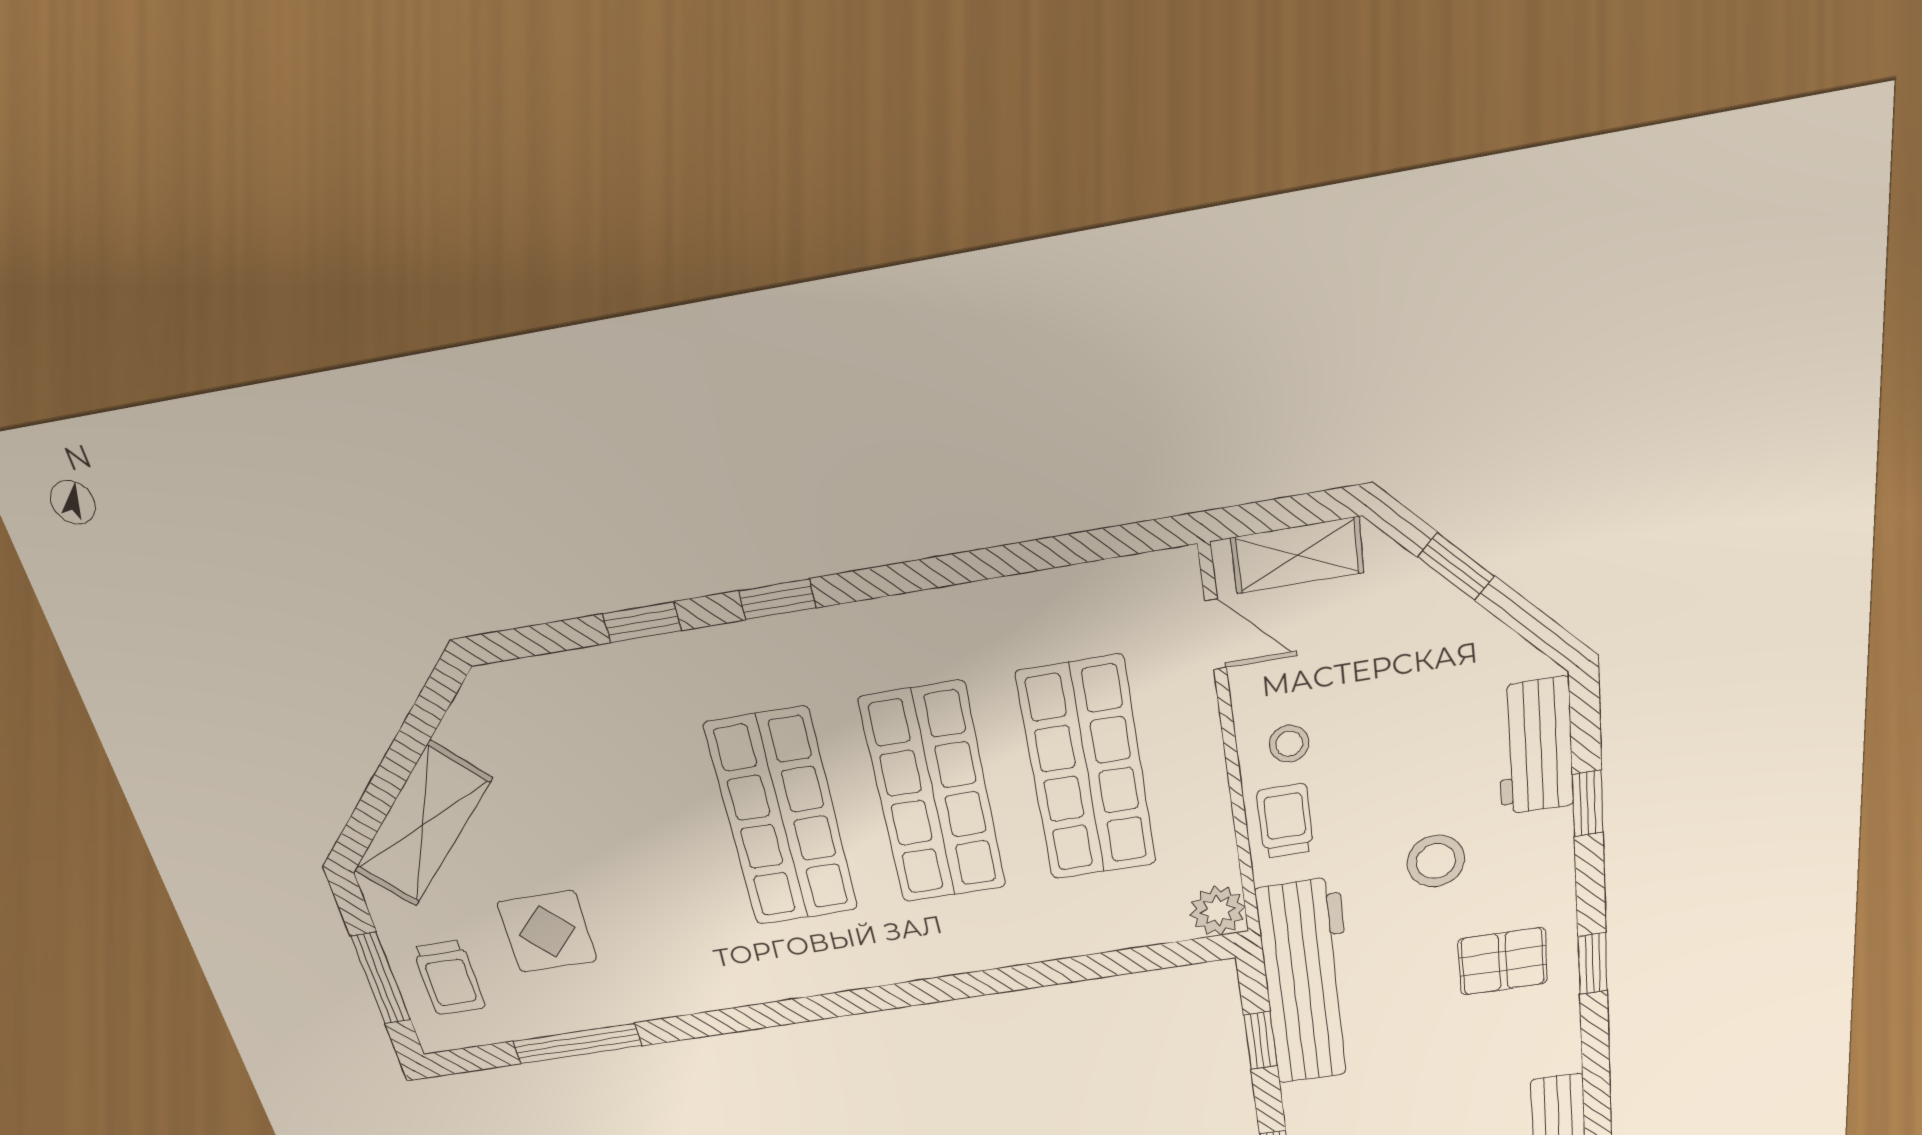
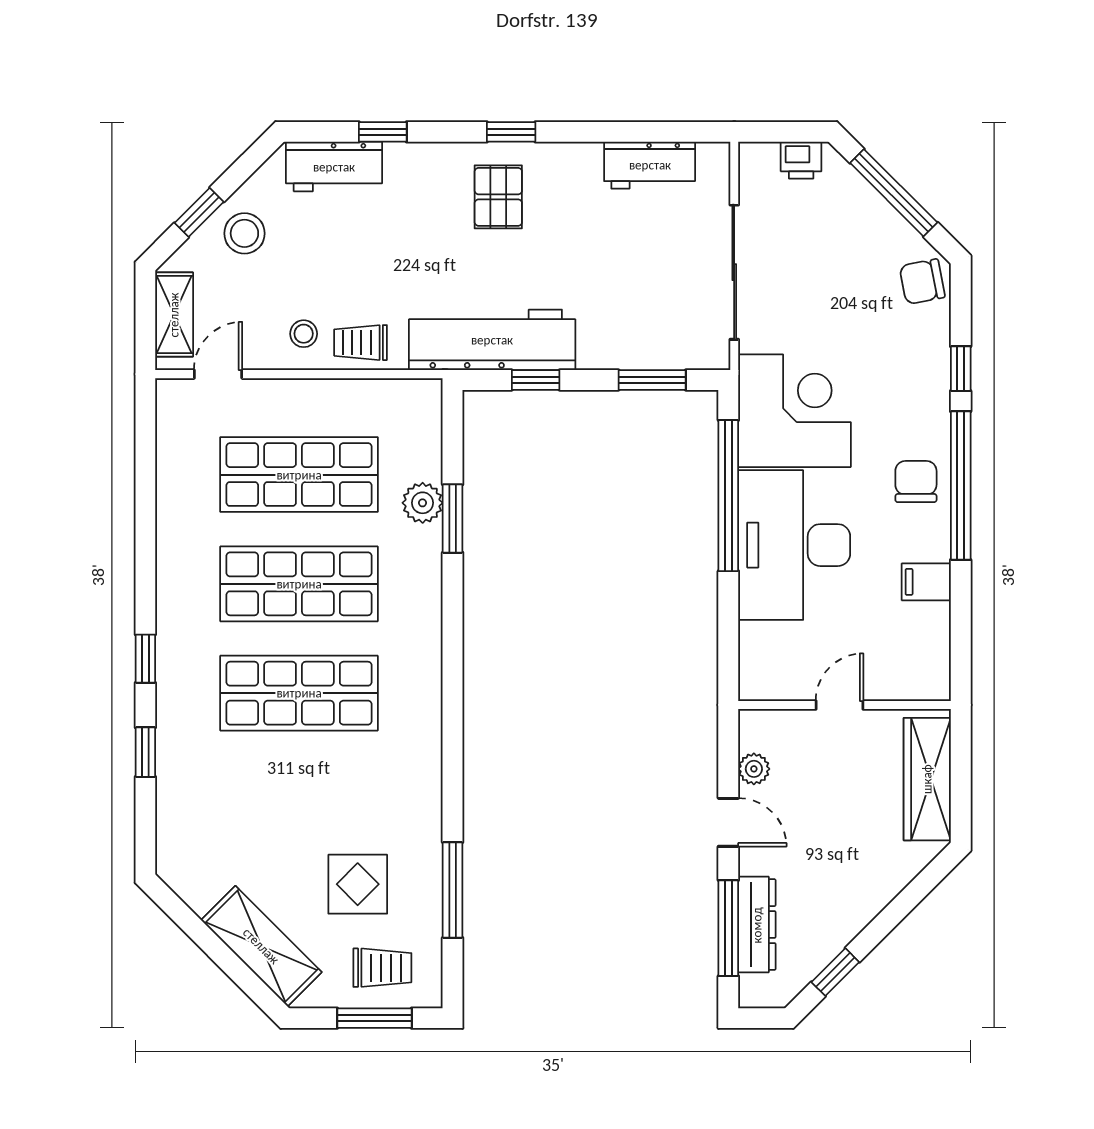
stool: (1436, 861) -> (244, 233), moved
plant: (1218, 911) -> (423, 503), moved
window: (1061, 971) -> (453, 518), added

